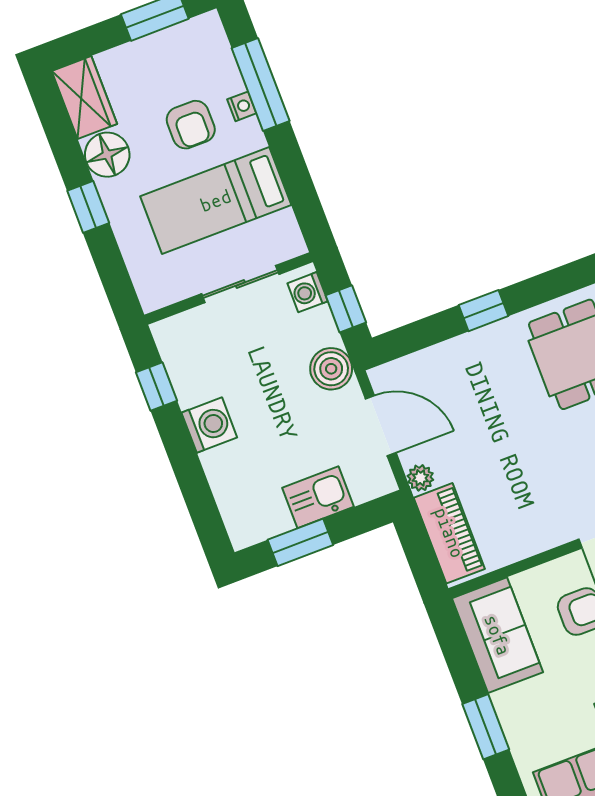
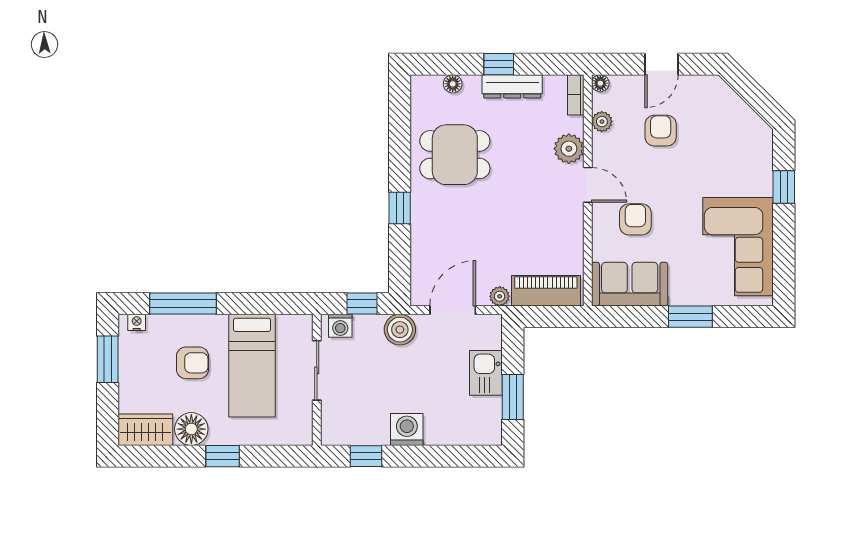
nightstand: (242, 106) -> (137, 322), moved

